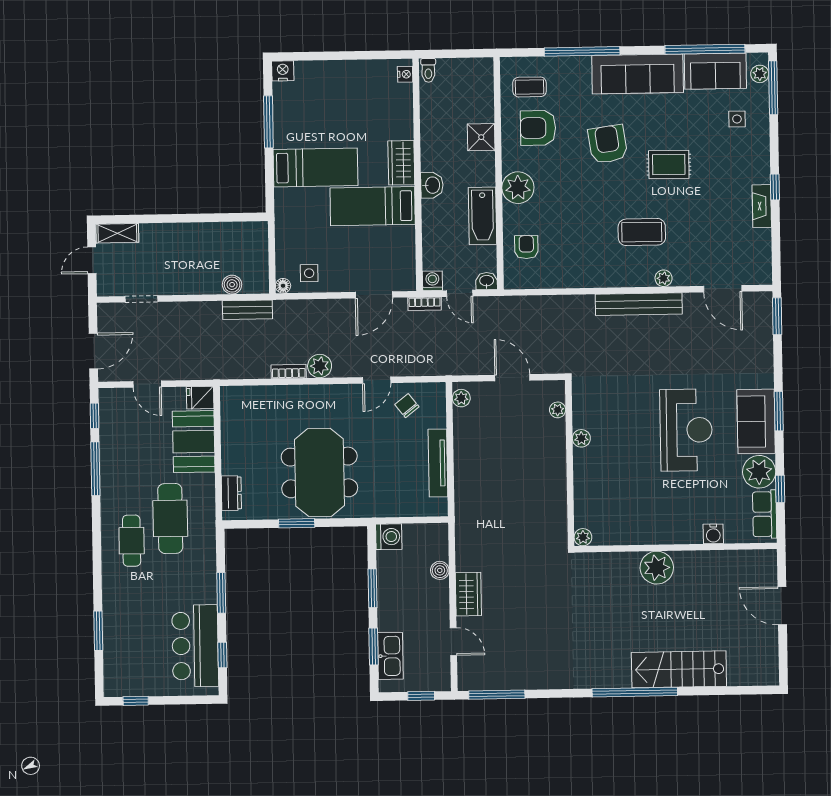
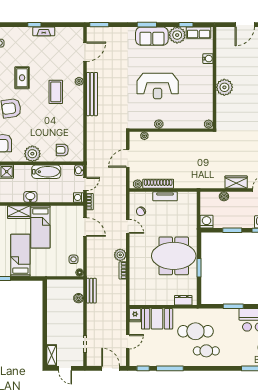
reception desk: (686, 430) -> (158, 86), moved, turned 180
shoe rack: (462, 439) -> (158, 184), added
tv unit: (438, 463) -> (165, 196), width x0.71

